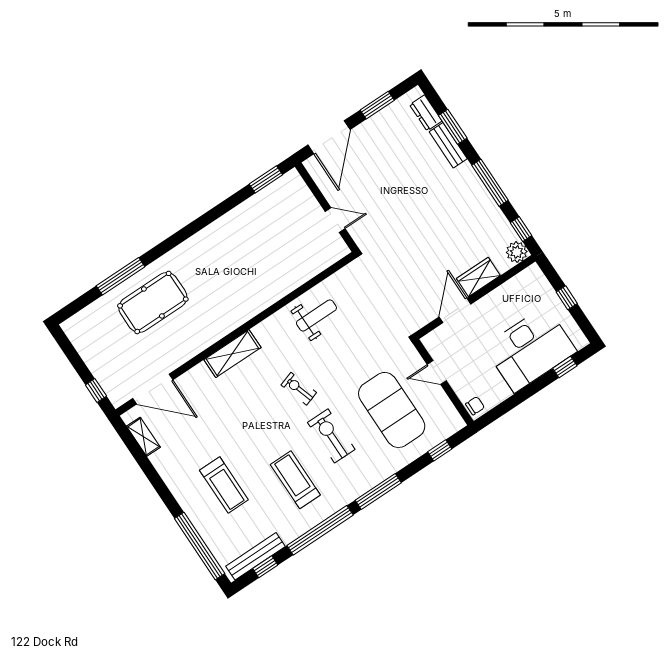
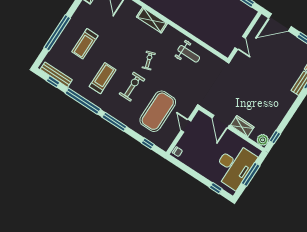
window: (490, 183) -> (291, 112), removed
window: (567, 298) -> (251, 174), width x2.17
door: (455, 310) -> (221, 122), swing flipped
desk: (530, 349) -> (234, 166), moved, turned -90
window: (200, 546) -> (57, 33), moved

